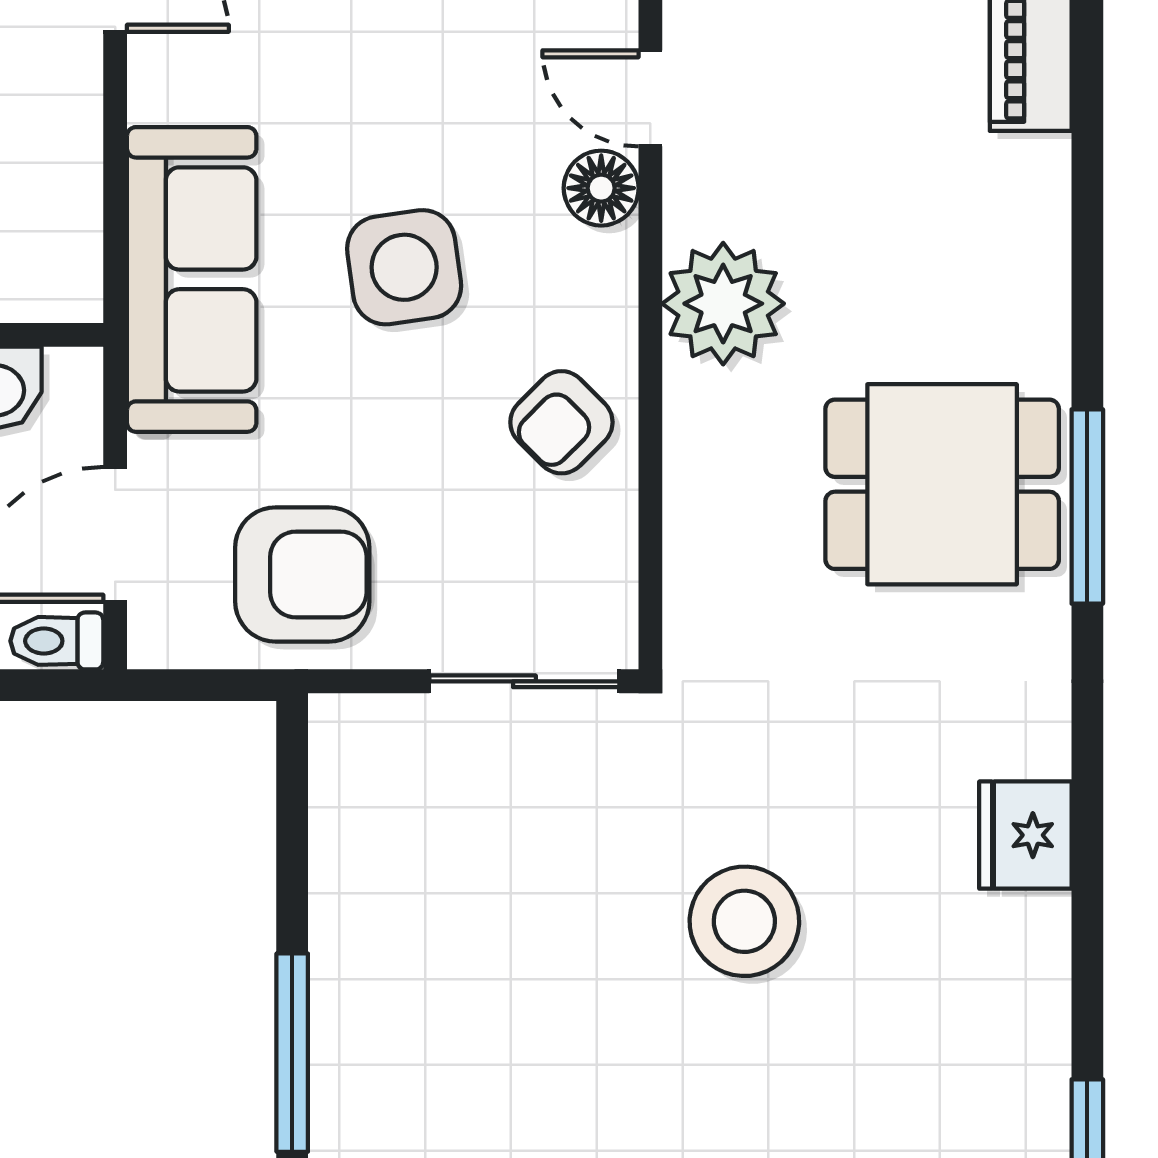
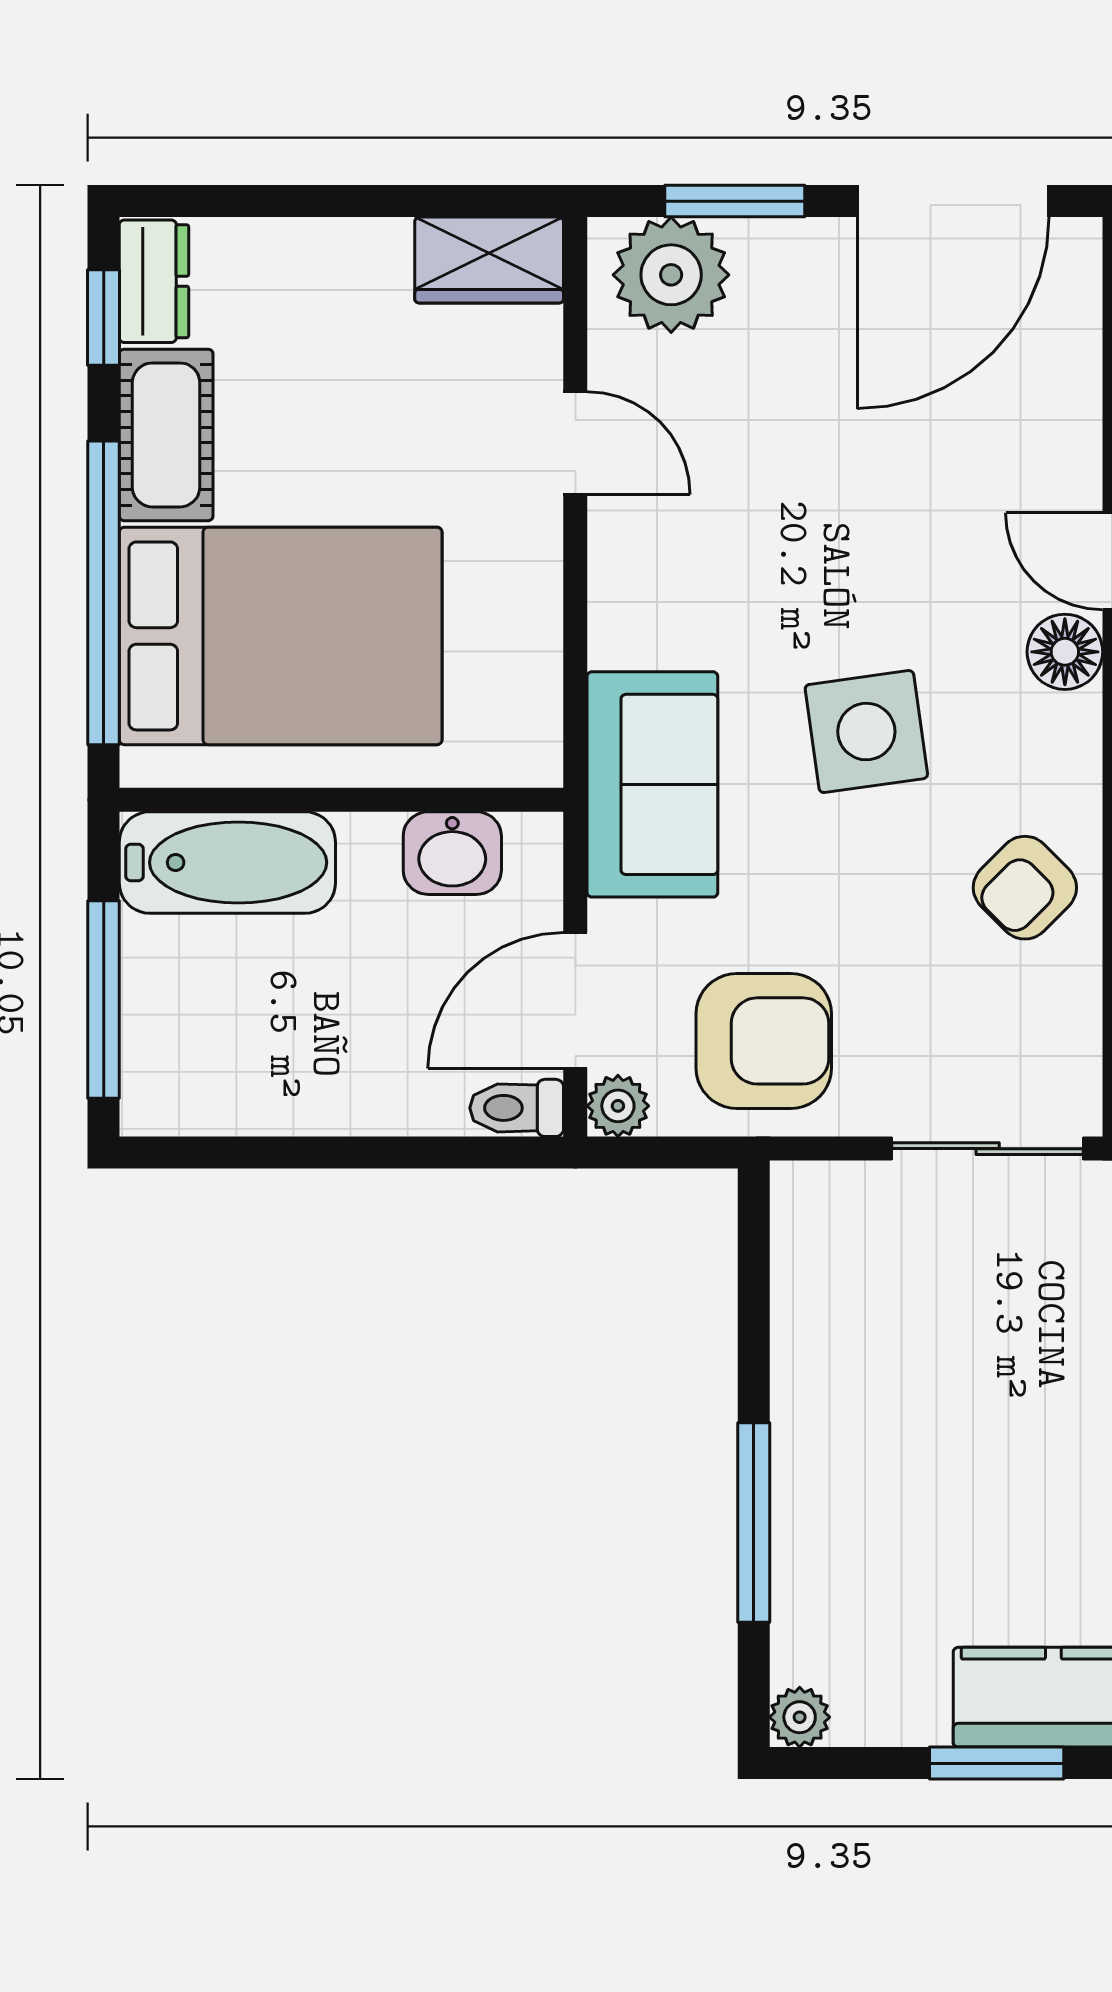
sofa: (192, 279) -> (652, 784), width x0.73
plant: (157, 639) -> (618, 1106), added

